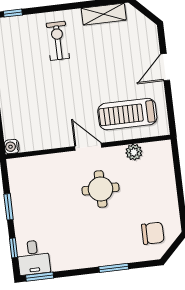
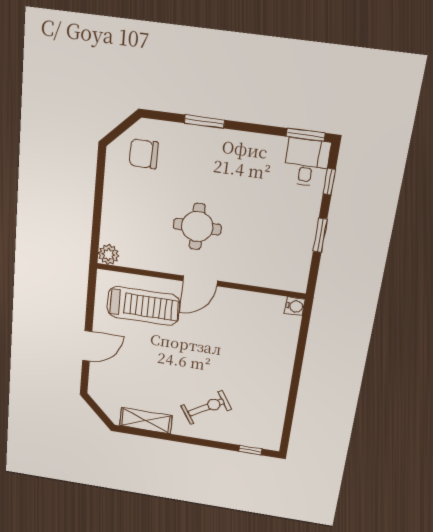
exercise bike: (58, 41) -> (206, 408), turned -122
door: (88, 147) -> (200, 281), hinge flipped
plant: (134, 152) -> (108, 255), moved

